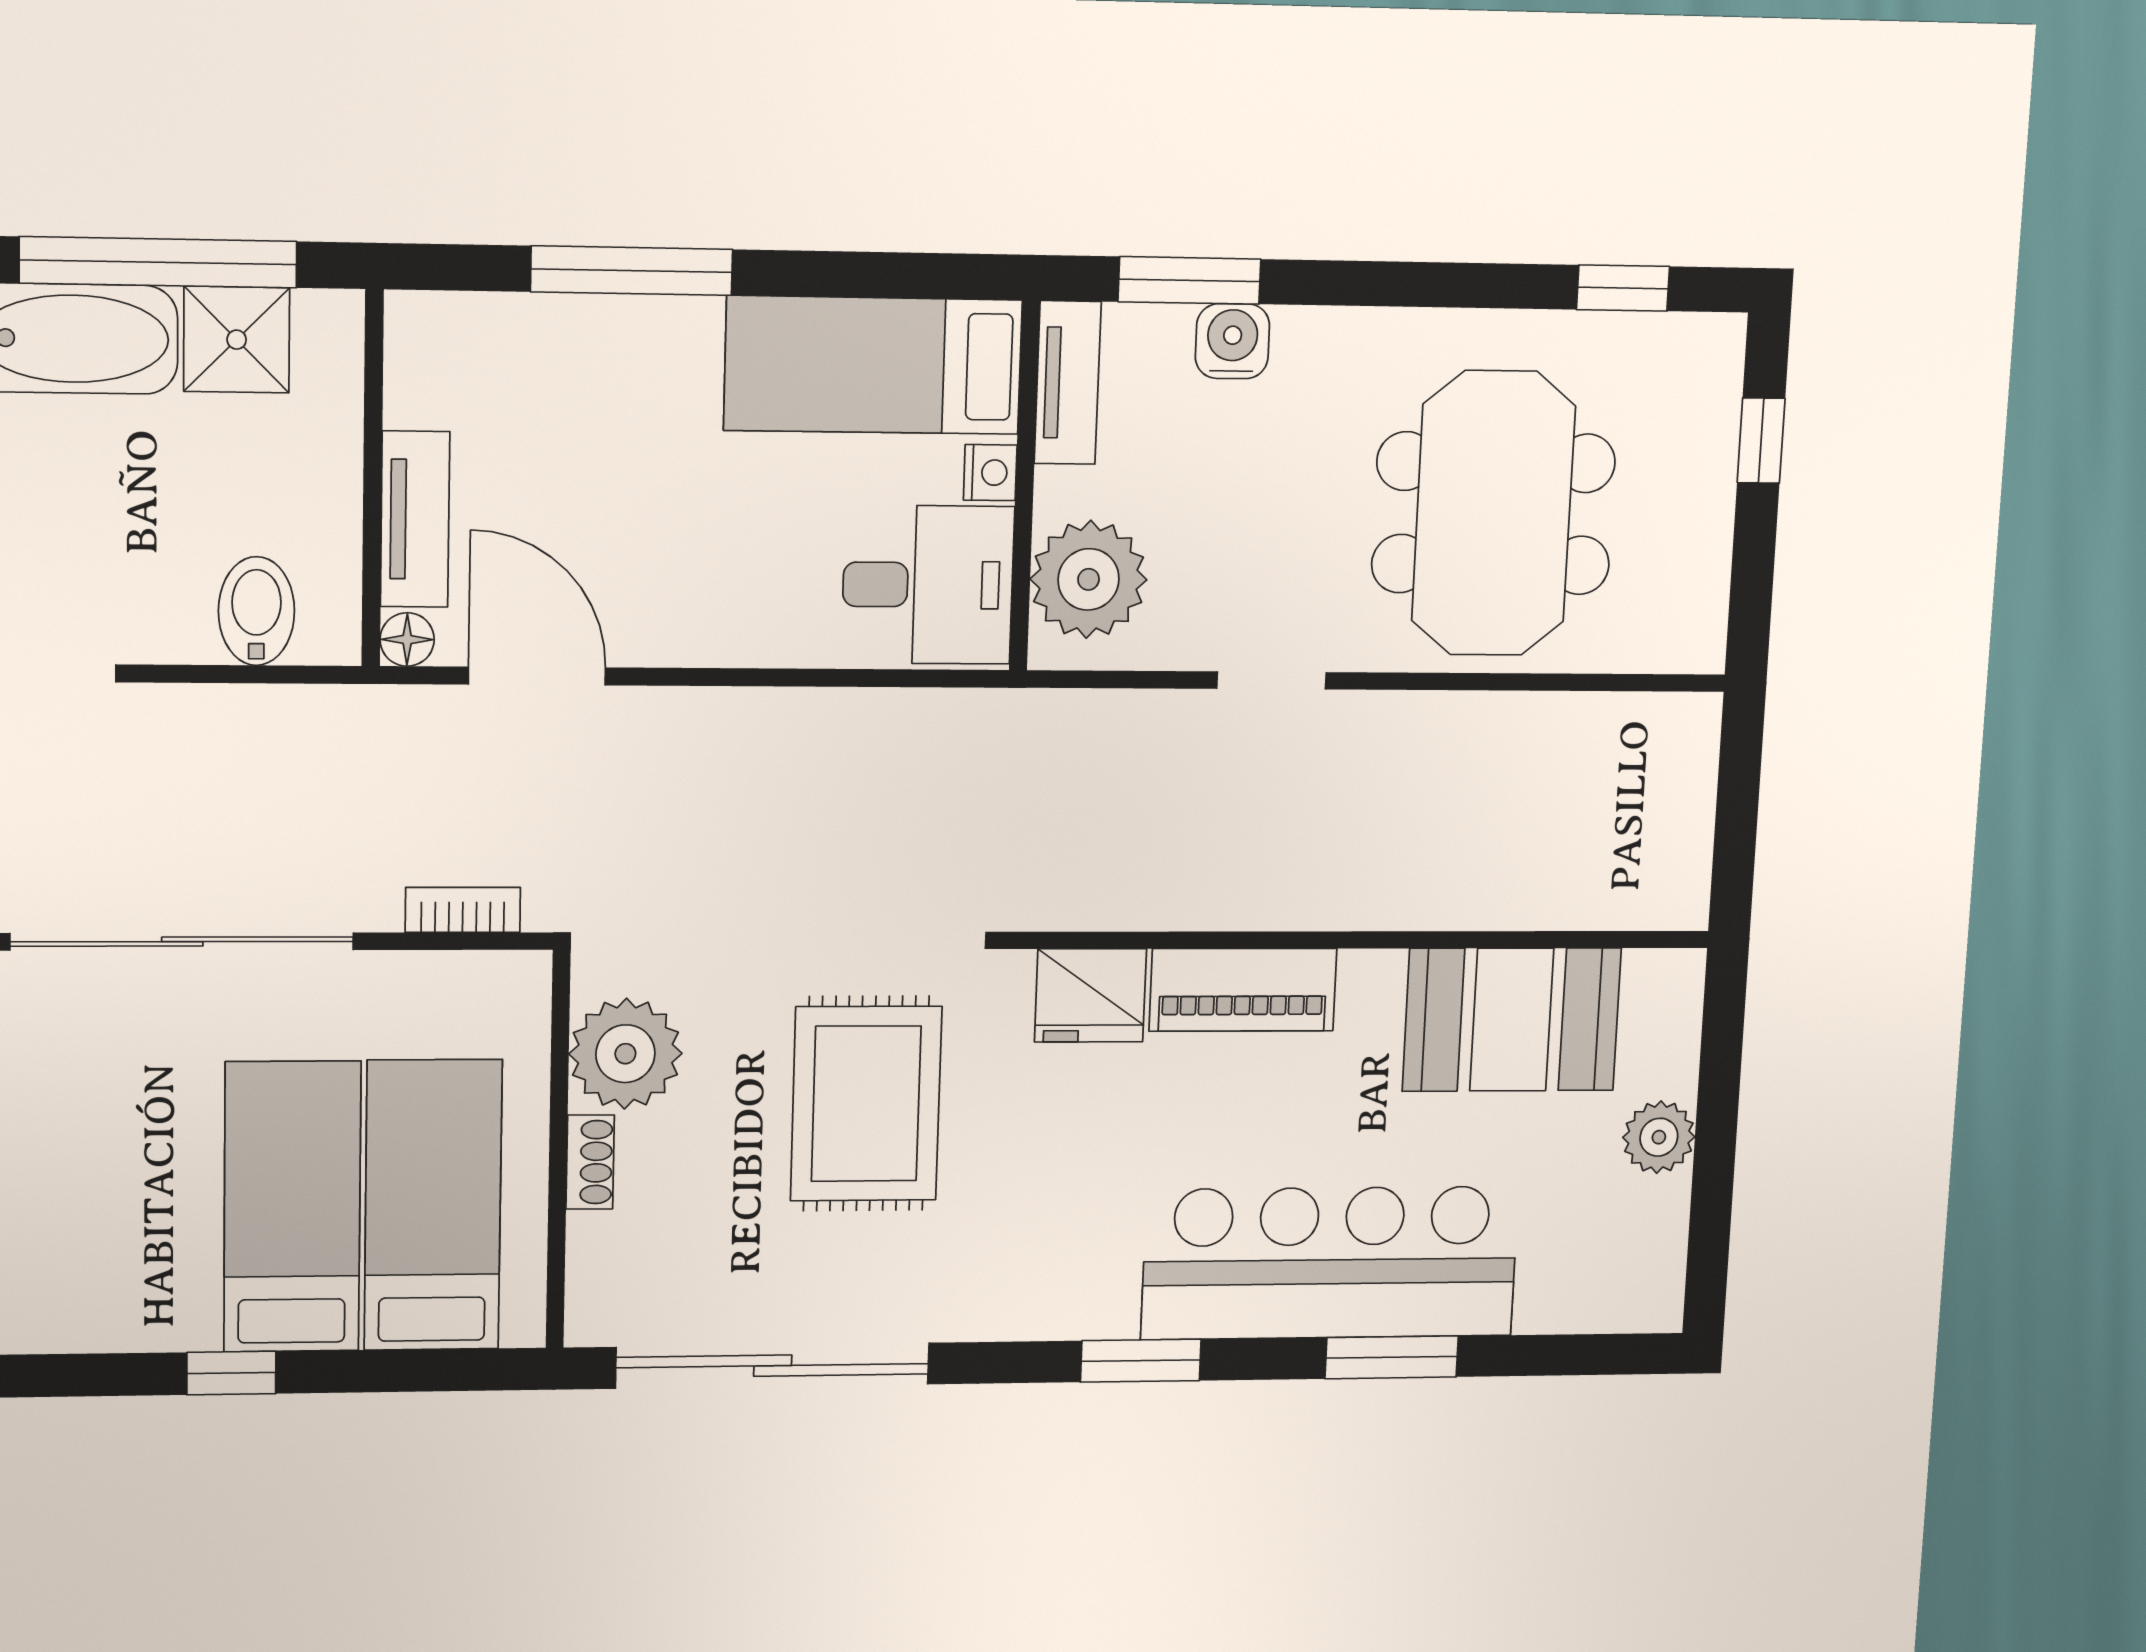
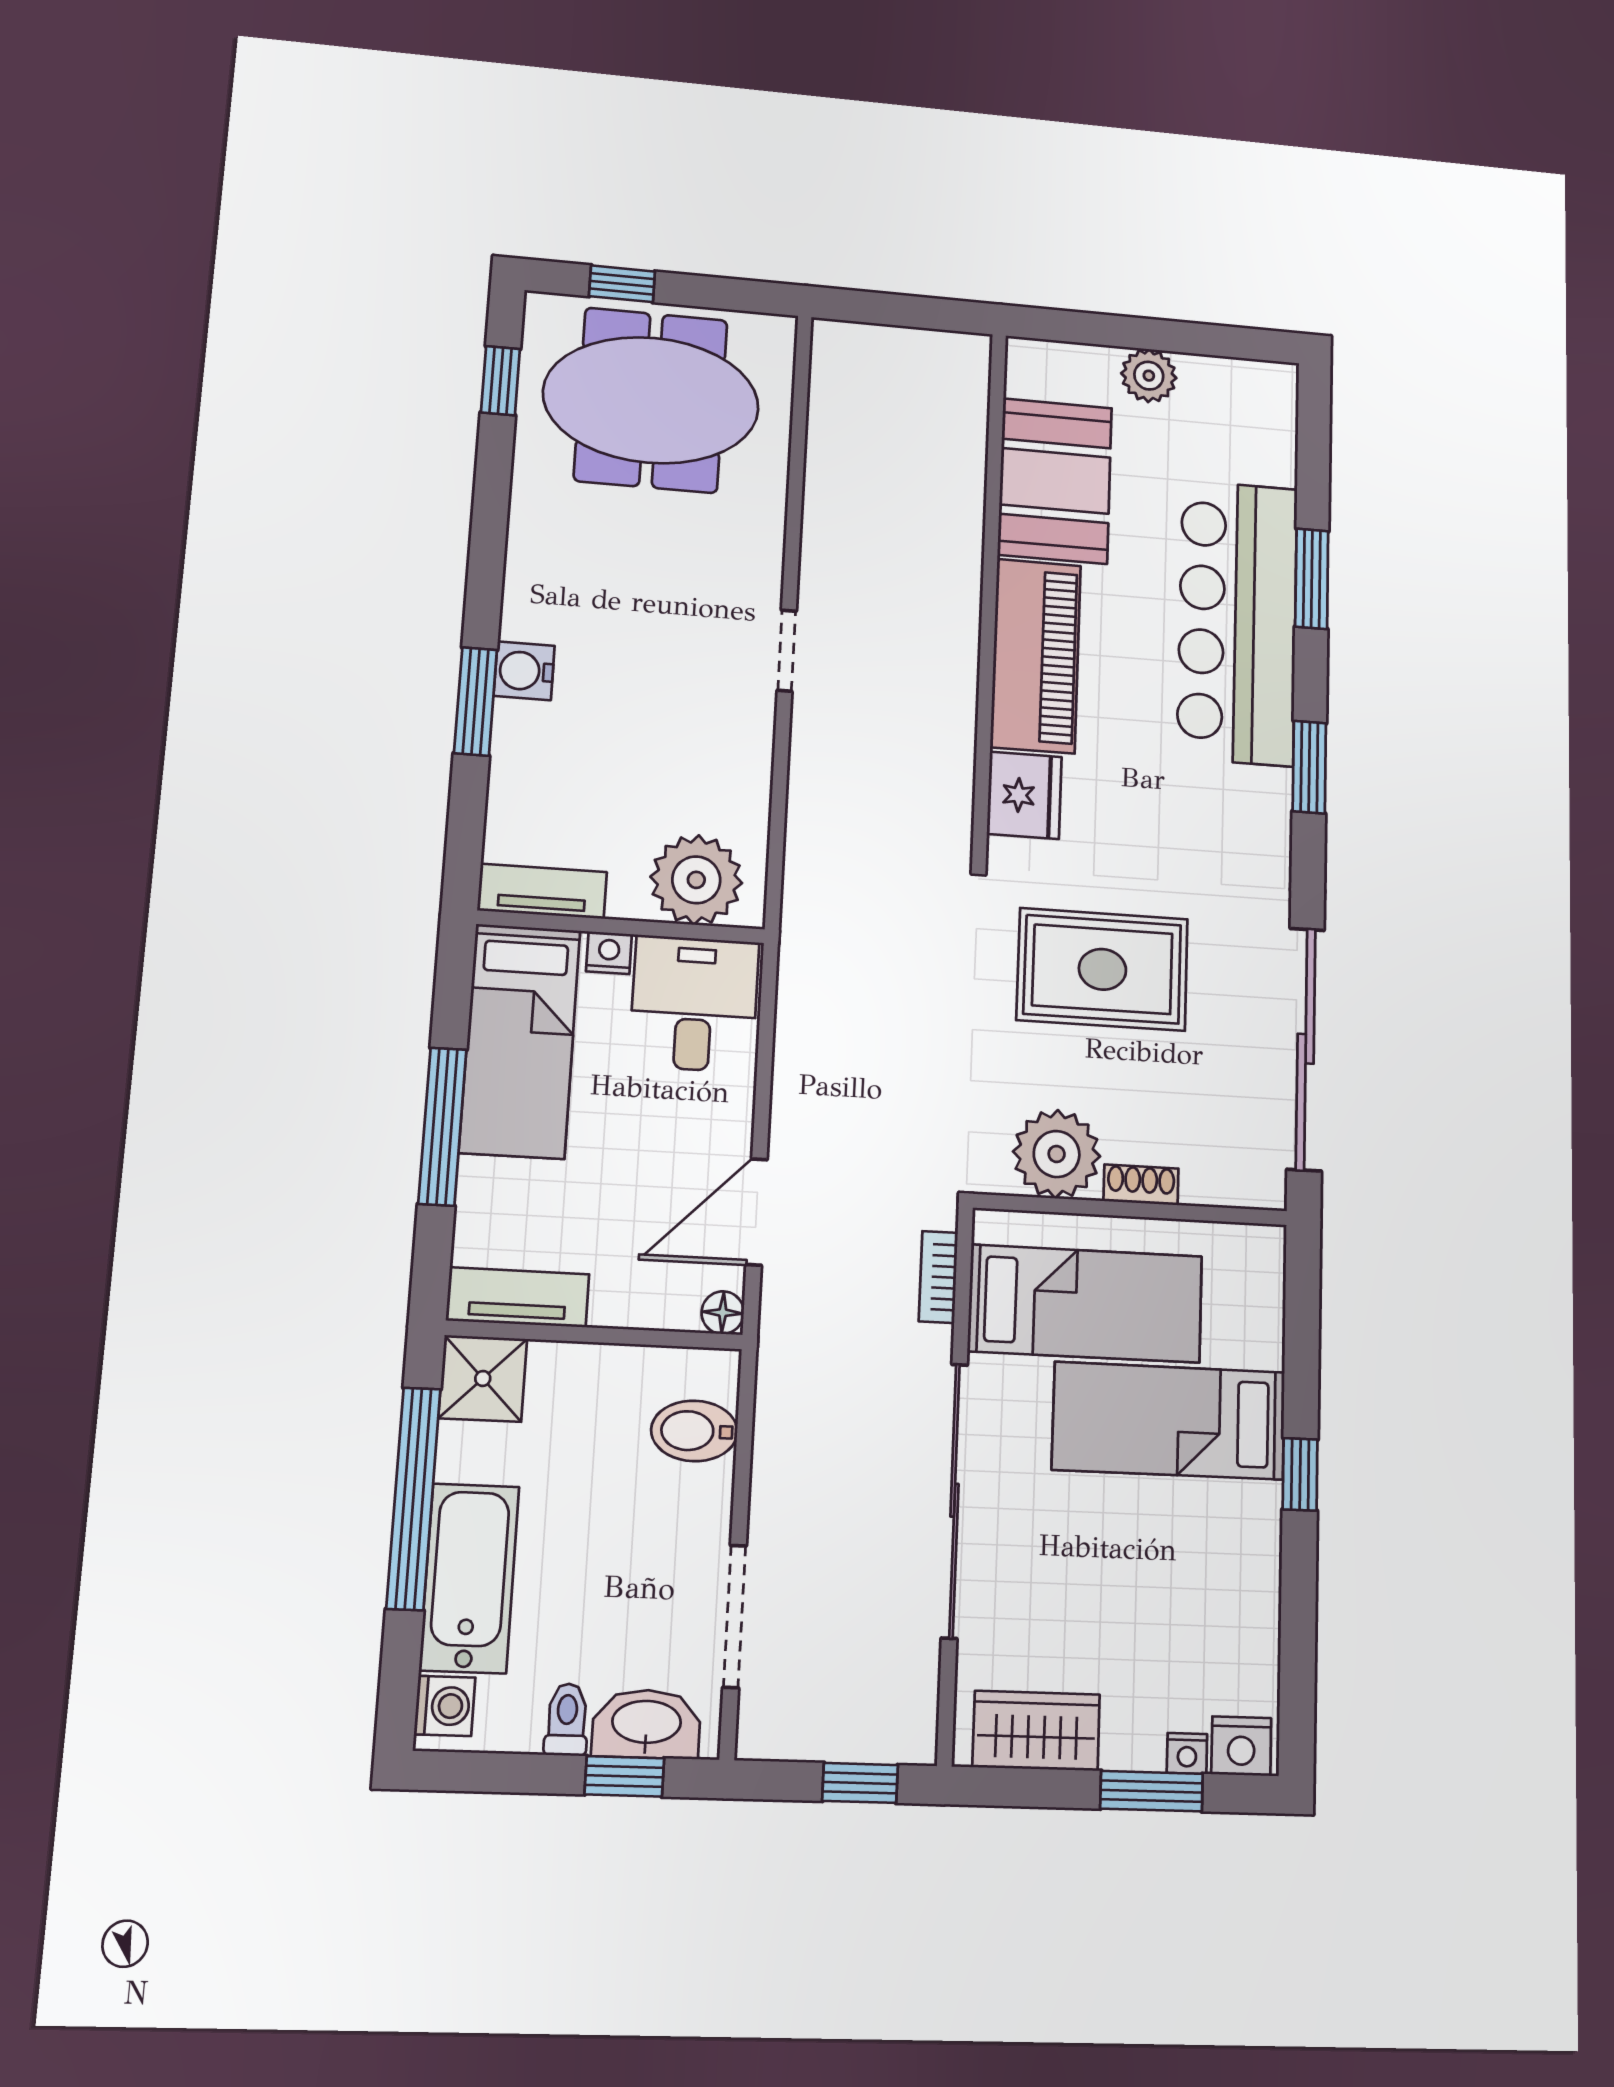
shower: (237, 340) -> (483, 1378), moved
bed: (873, 365) -> (520, 1041), moved
tv unit: (1068, 383) -> (542, 891), moved
nightstand: (990, 473) -> (609, 953), moved
wall: (1024, 487) -> (621, 927), moved
meeting table: (1493, 513) -> (651, 400), moved
tv unit: (415, 519) -> (518, 1297), moved
plant: (1089, 579) -> (696, 880), moved
desk: (928, 585) -> (694, 1004), moved
piano: (1243, 990) -> (1036, 656), width x1.37, depth x1.33
bed: (433, 1205) -> (1085, 1304), moved, turned 180

